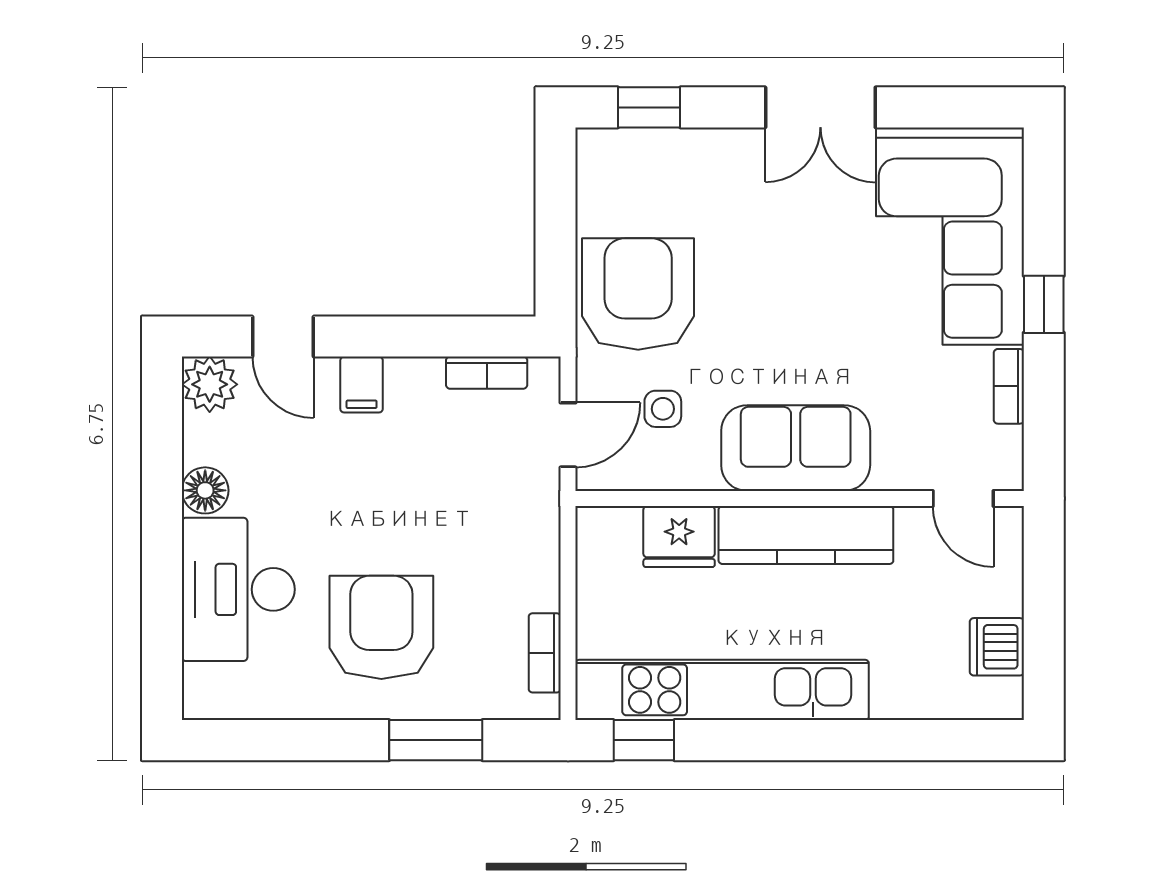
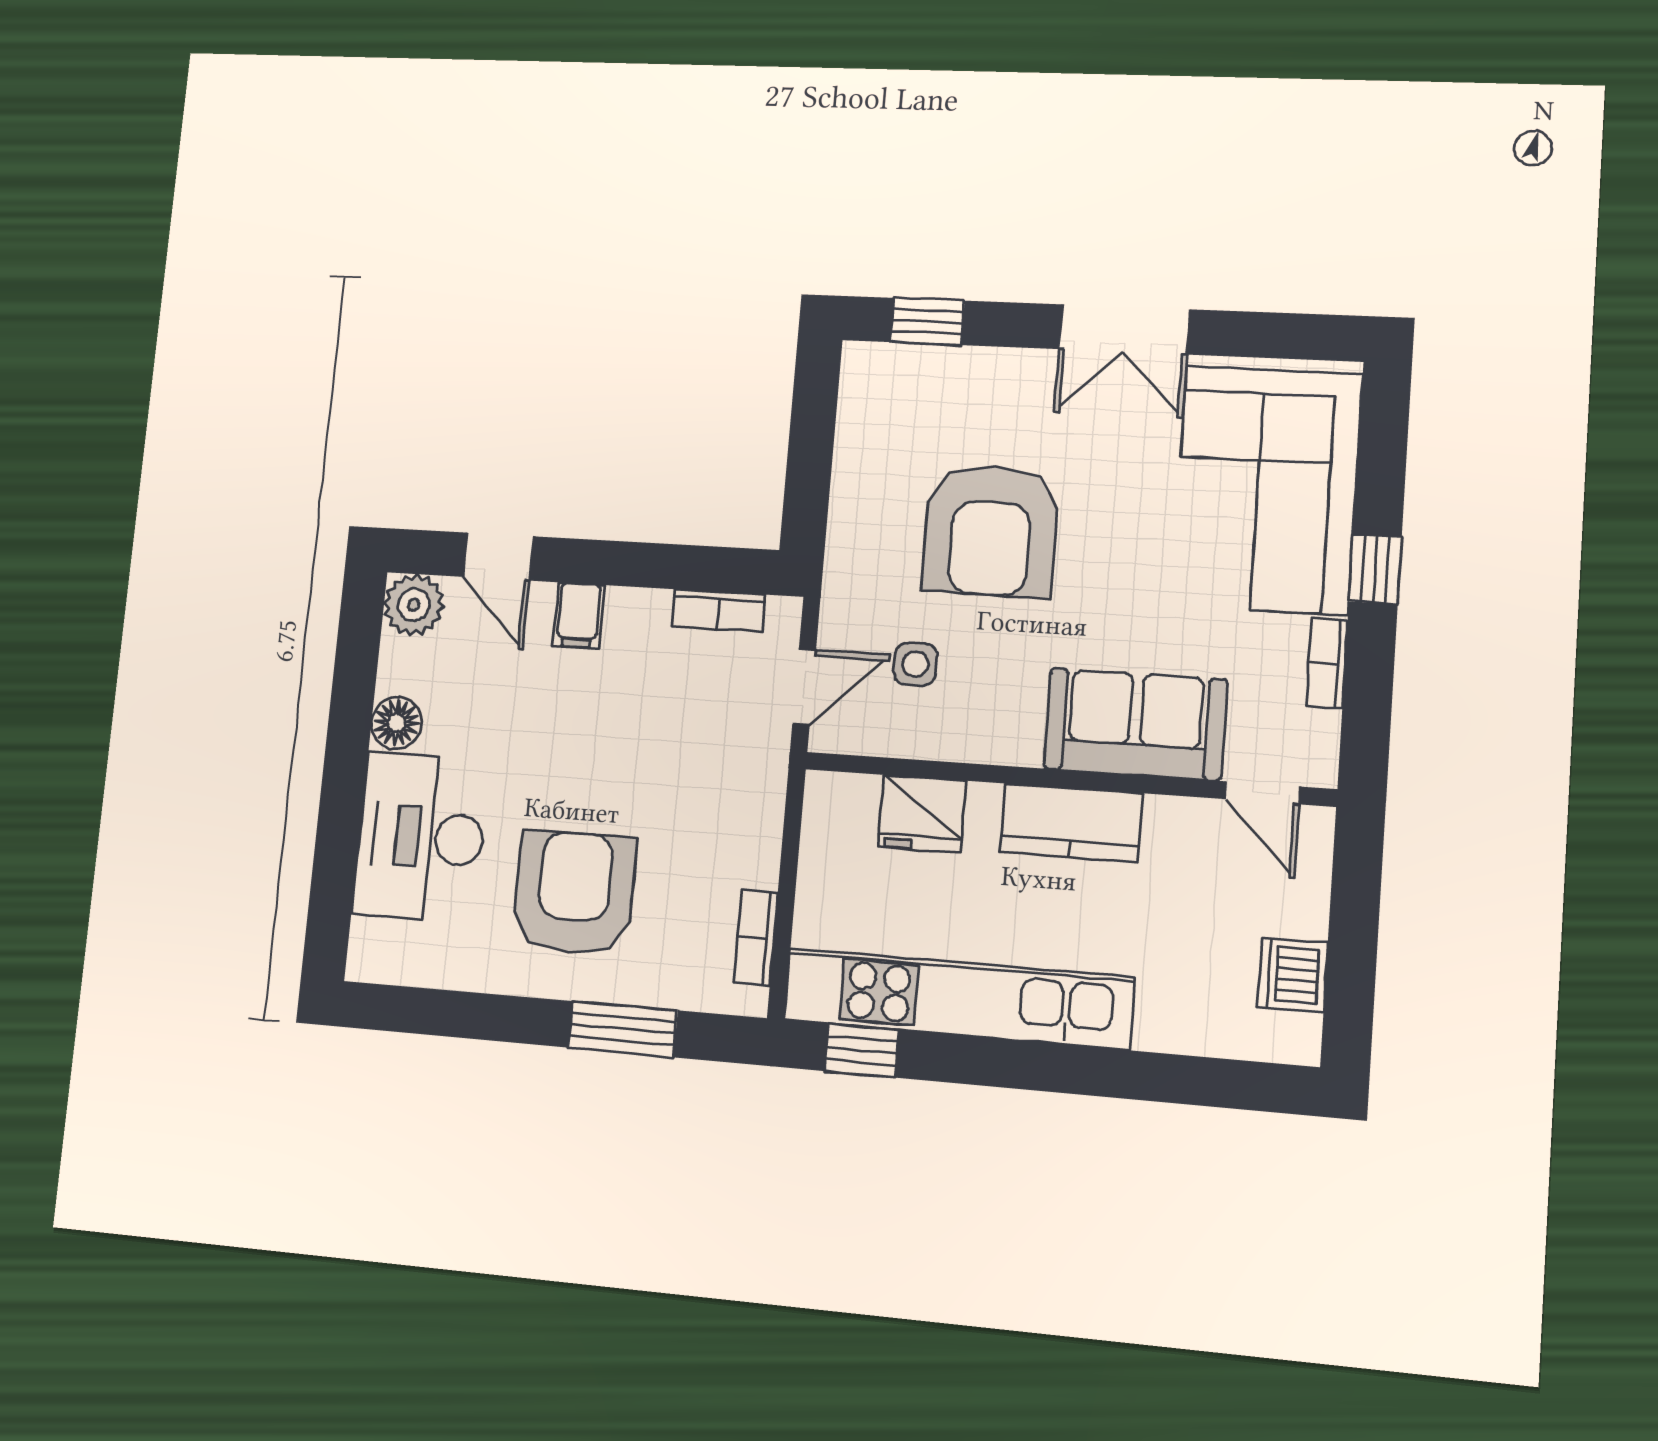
armchair: (638, 294) -> (990, 530), moved, turned 180
sofa: (796, 448) -> (1135, 724), moved
kitchen counter: (806, 535) -> (1071, 823), width x0.67

